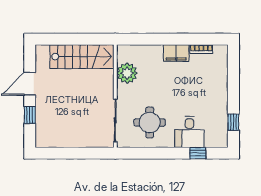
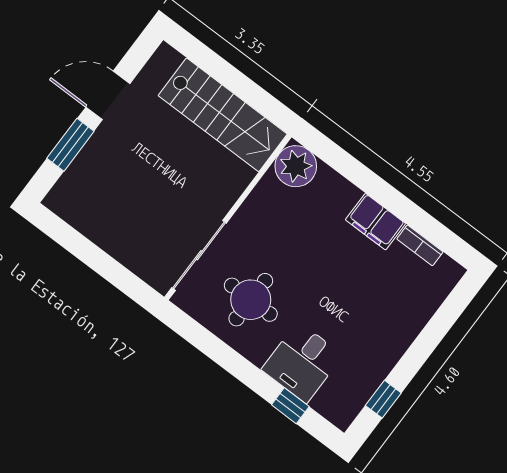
plant: (127, 73) -> (296, 166), moved
window: (30, 115) -> (70, 145), width x1.50

